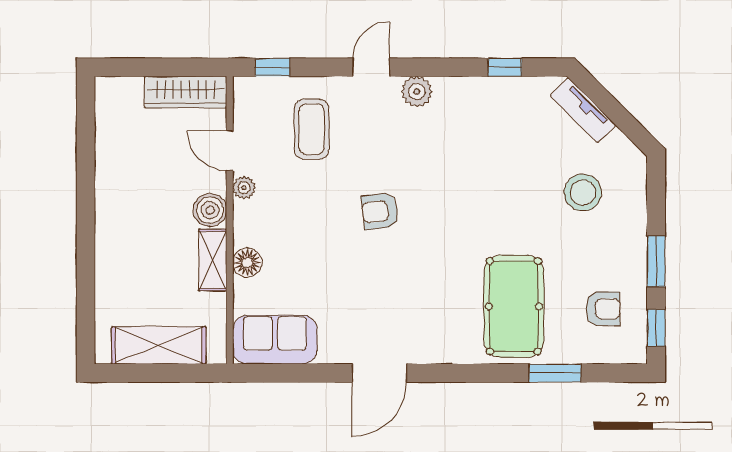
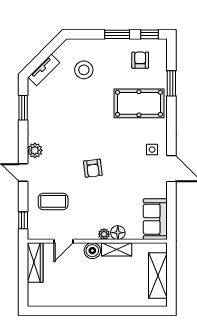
window: (505, 67) -> (23, 108), width x1.50
plant: (244, 188) -> (104, 234), moved
side table: (419, 333) -> (152, 150), added

